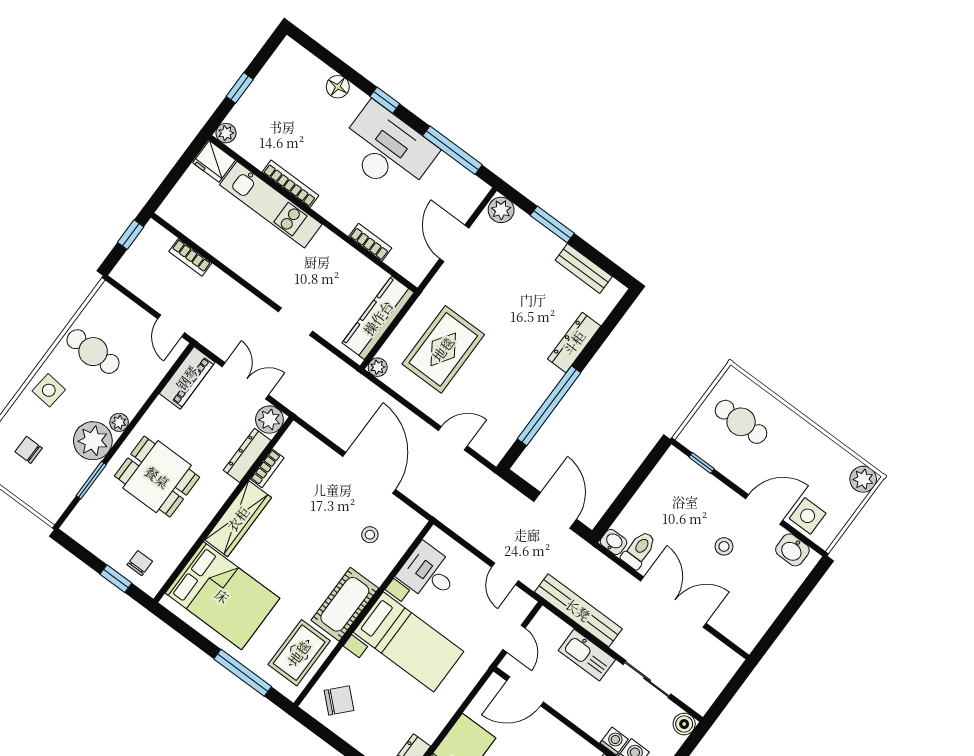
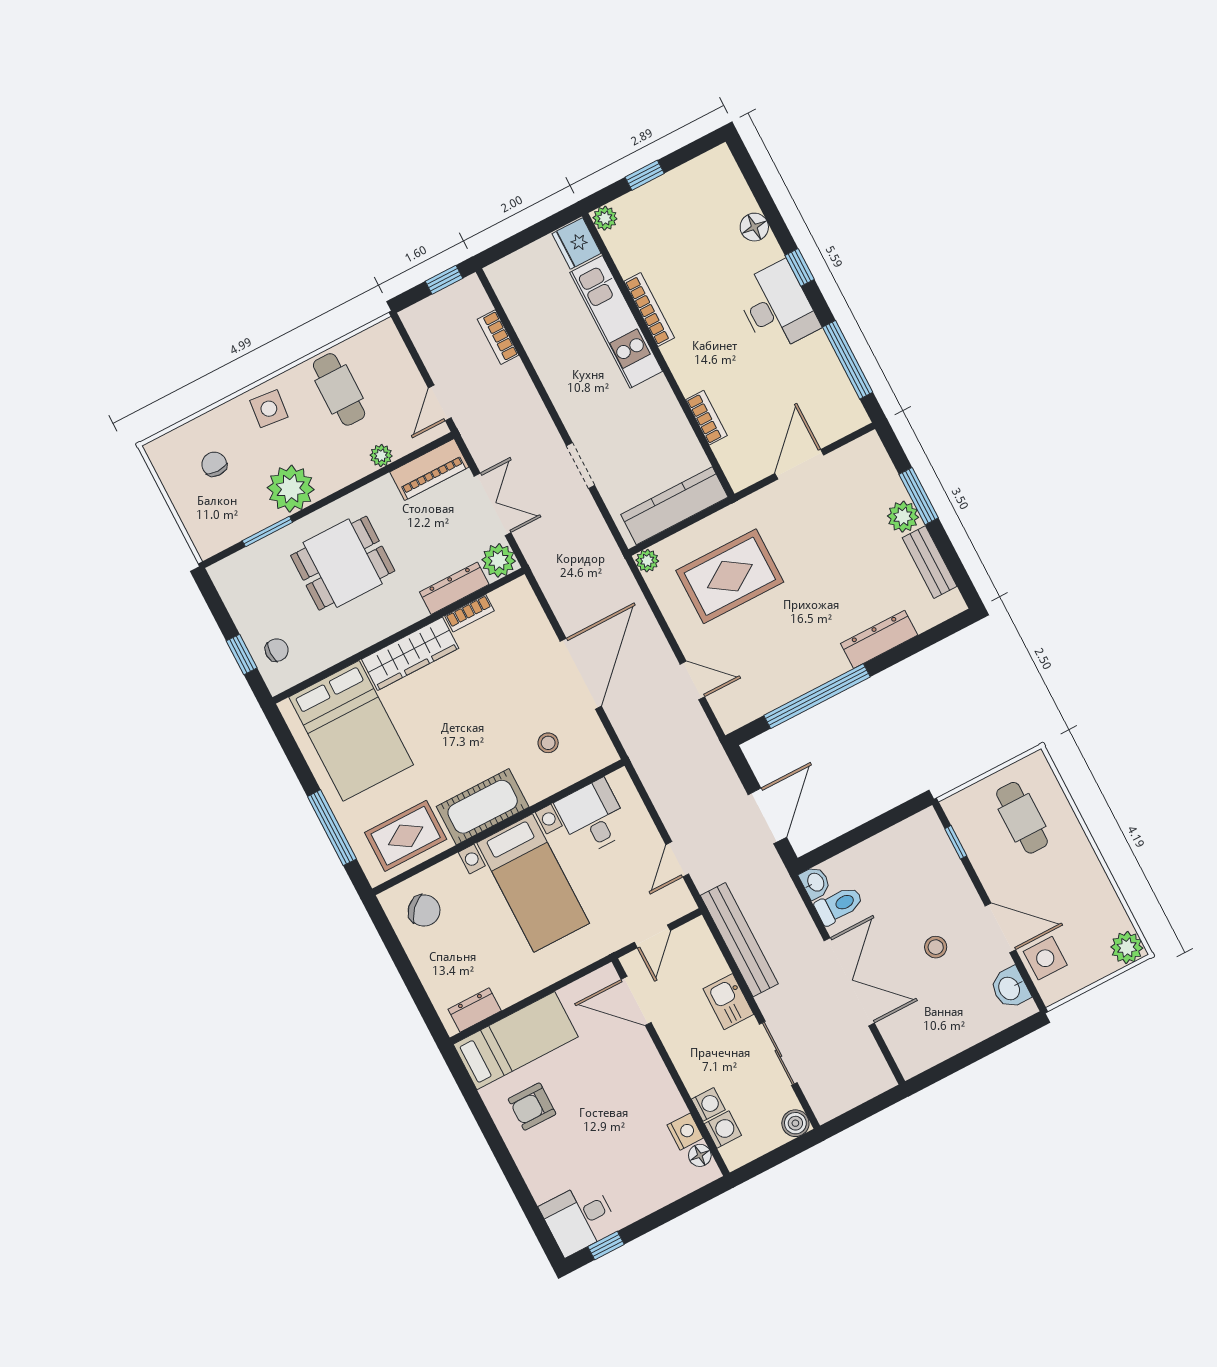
desk: (387, 150) -> (777, 307), width x0.73, depth x0.77
plant: (501, 210) -> (903, 517), moved
plant: (119, 422) -> (381, 456), moved
dining table: (157, 477) -> (343, 563), turned 90
kitchen sink: (587, 655) -> (728, 1002), width x0.73

